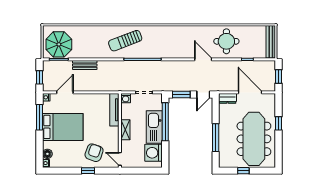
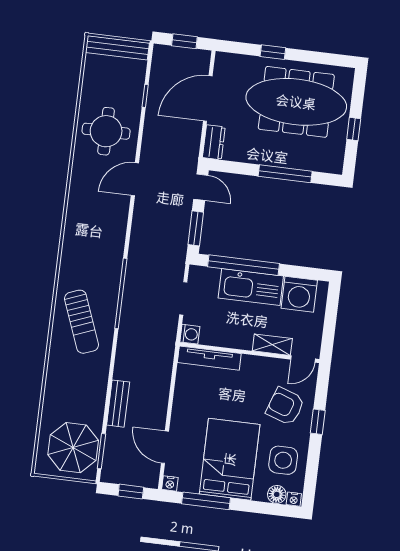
shelving: (125, 130) -> (272, 345), moved
side table: (66, 155) -> (283, 460), added

